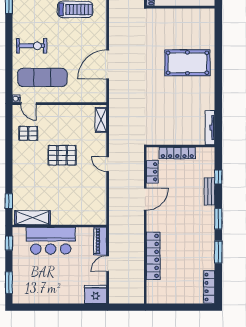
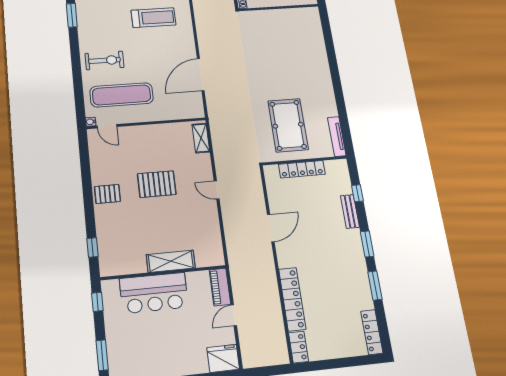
pool table: (187, 63) -> (288, 125), moved, turned 90
pallet: (28, 133) -> (107, 194), moved
locker: (152, 172) -> (299, 347), moved
shelving: (32, 218) -> (171, 261), moved

